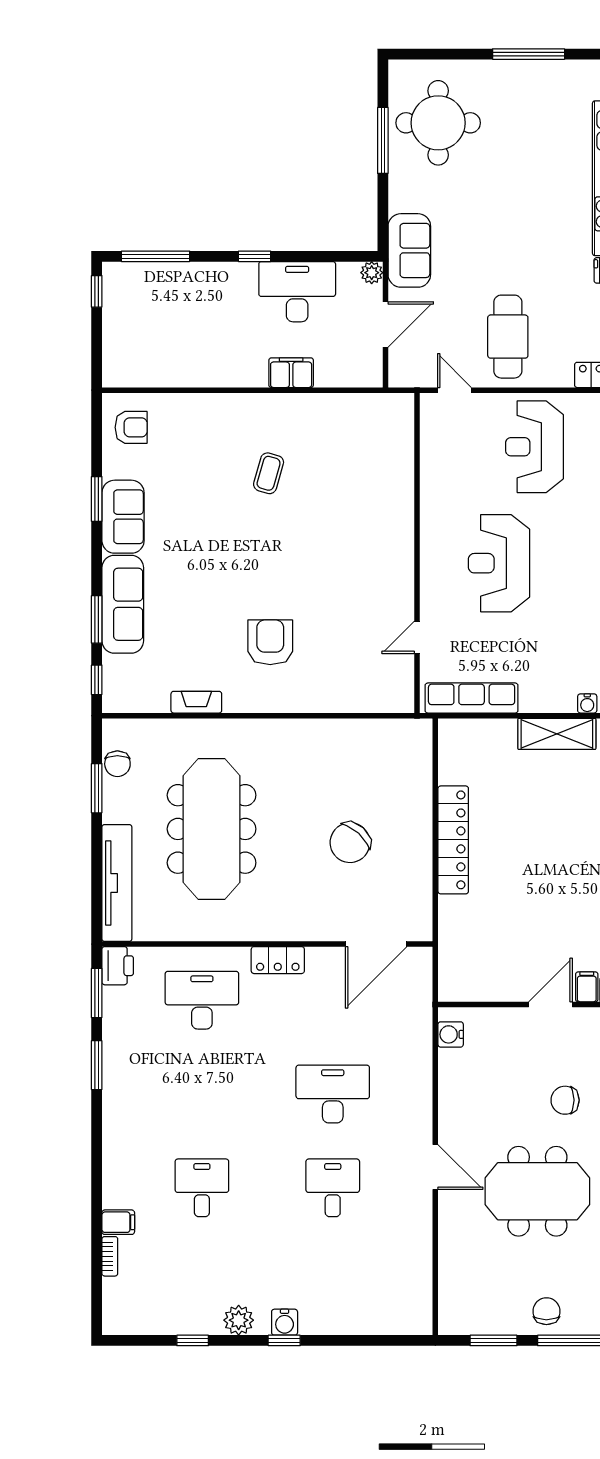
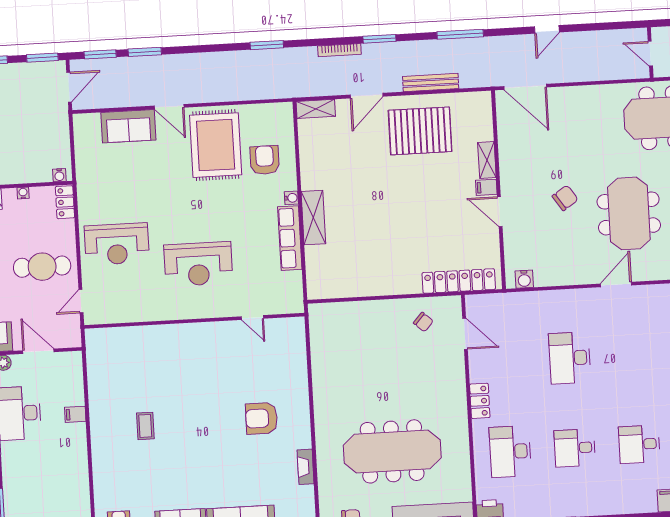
filing cabinet: (291, 373) -> (75, 414), width x0.50
coffee table: (269, 473) -> (145, 426), turned 74
row of seats: (472, 698) -> (290, 238), moved
locker: (453, 840) -> (459, 281), moved
chair: (350, 843) -> (423, 322), moved, width x0.54, depth x0.54
door: (376, 944) -> (465, 334), width x0.73
chair: (565, 1100) -> (565, 198), turned -124
desk: (333, 1188) -> (575, 448), moved

